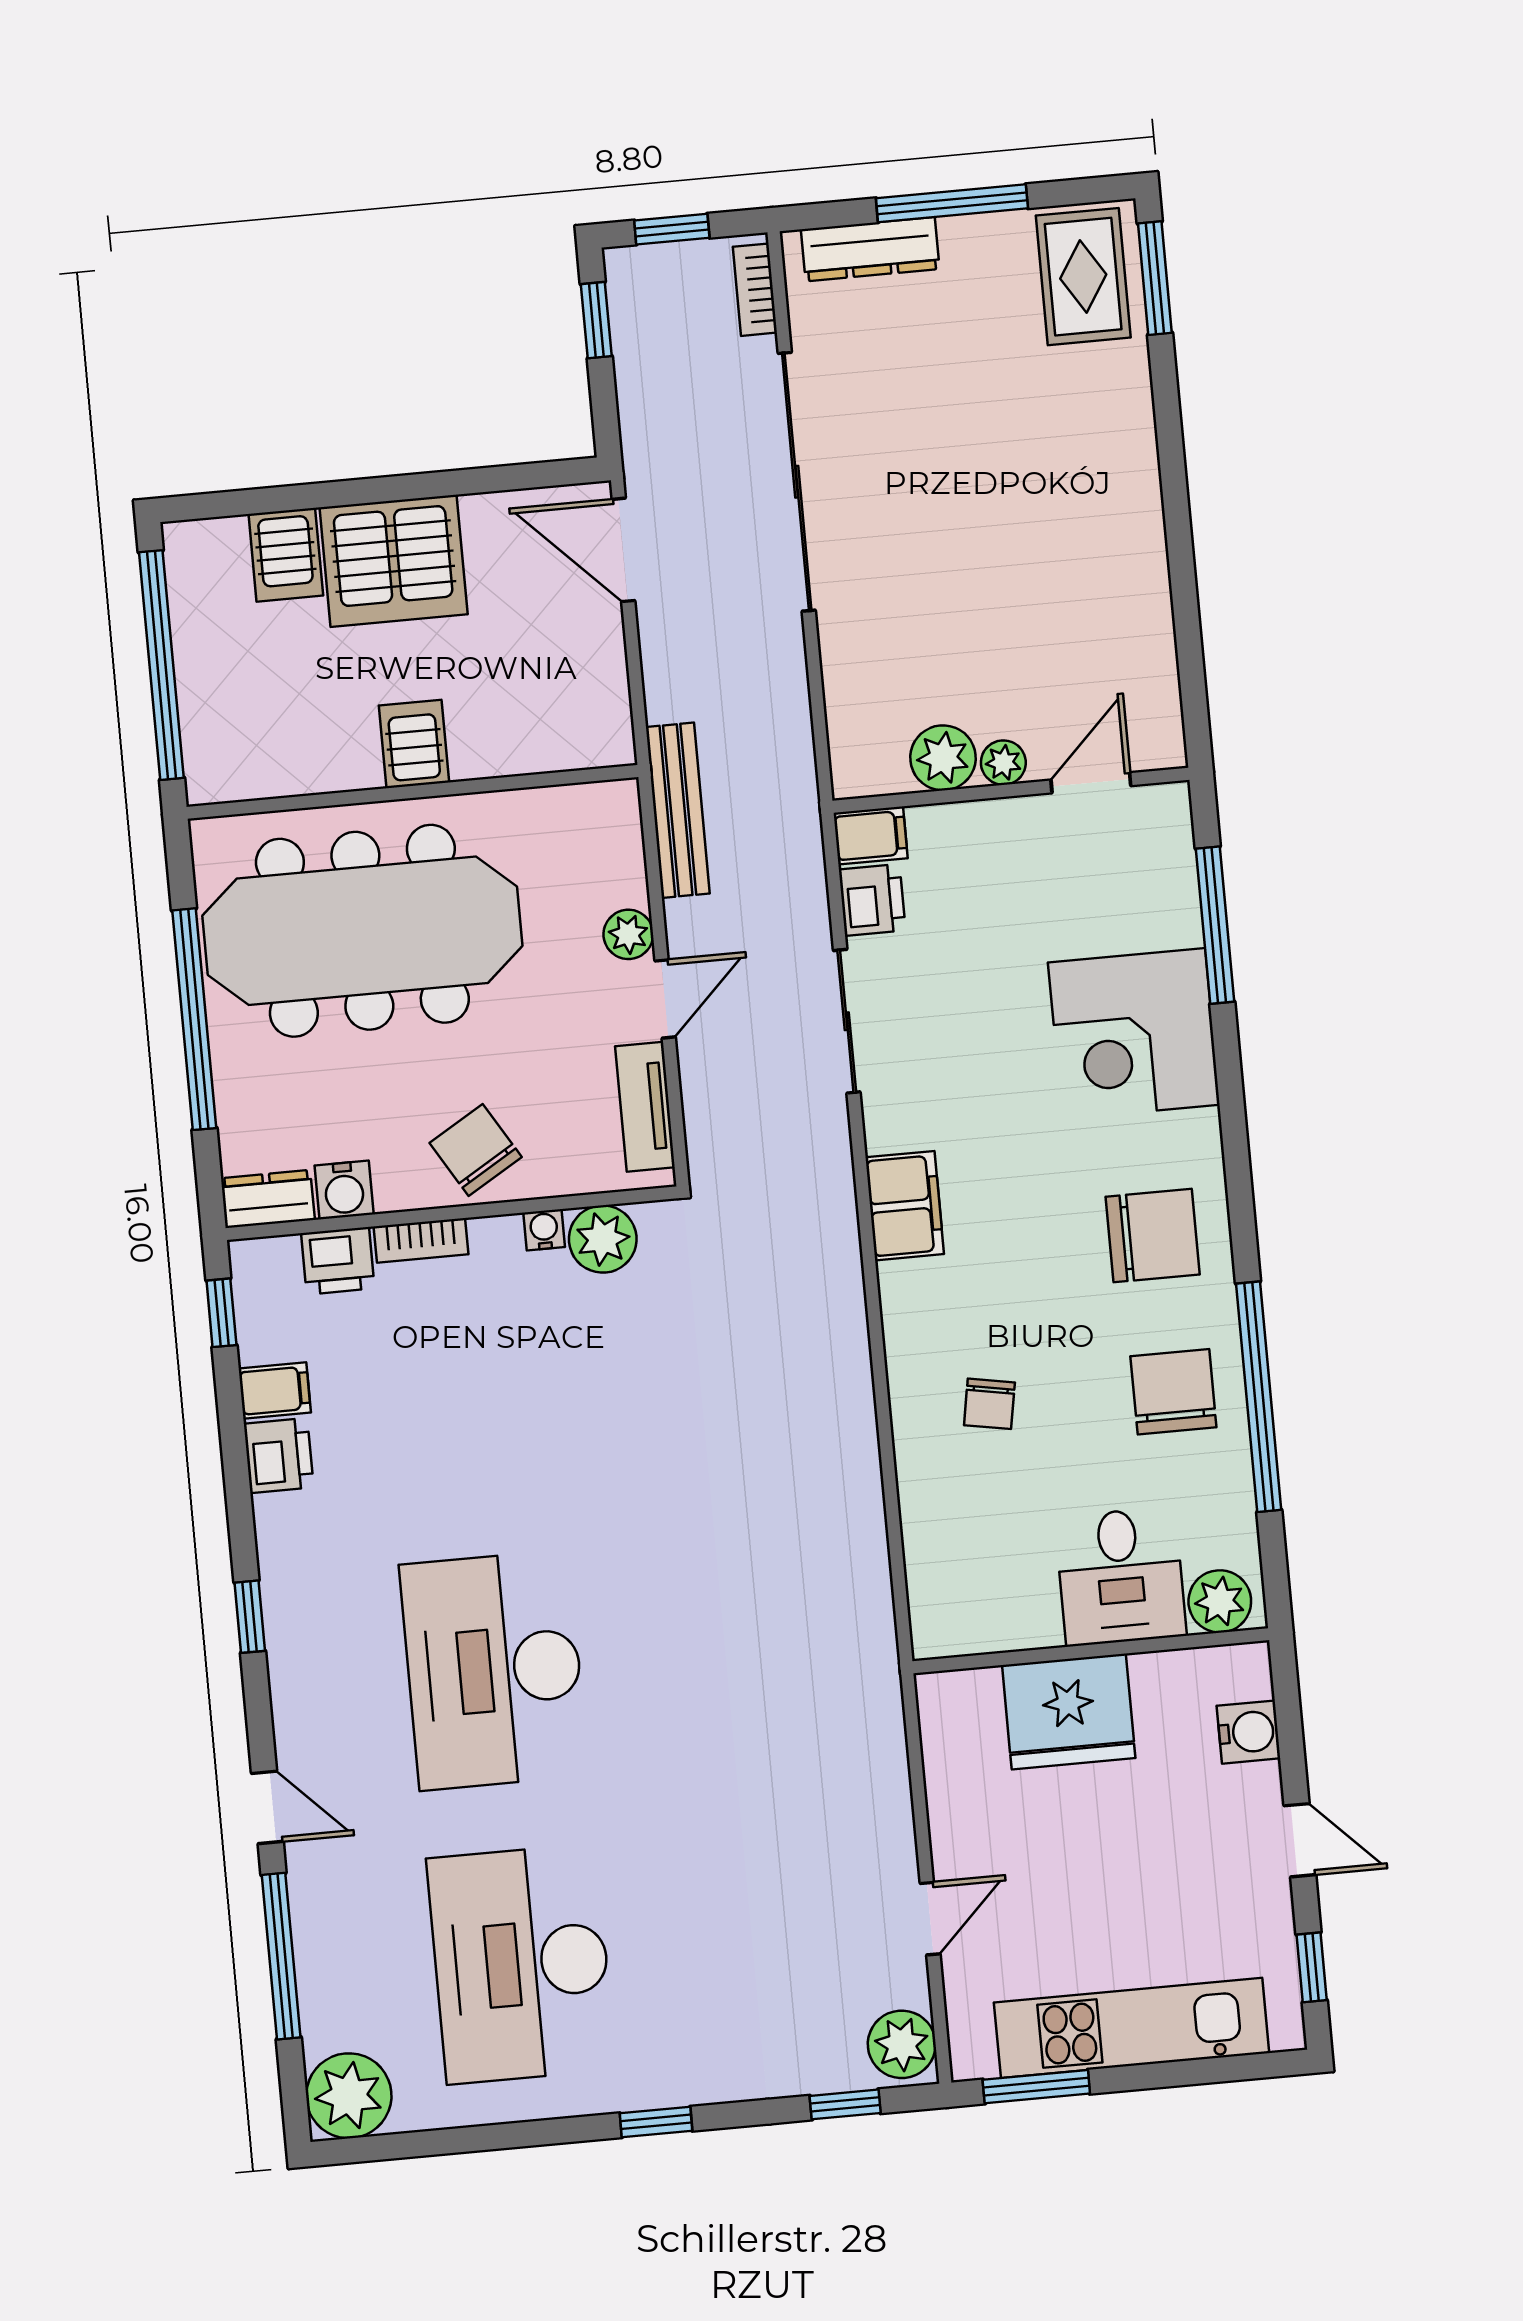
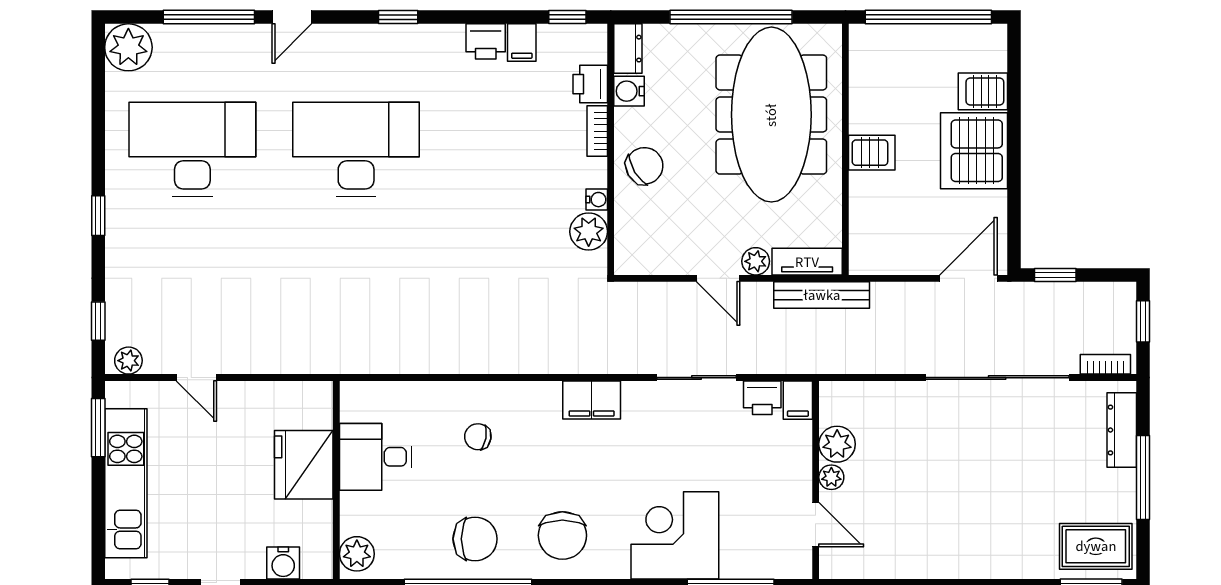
window: (596, 320) -> (1055, 275), moved
tv unit: (645, 1107) -> (807, 262), moved
desk: (1121, 1576) -> (376, 457), moved
plant: (902, 2044) -> (128, 361), width x0.73, depth x0.73

